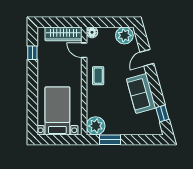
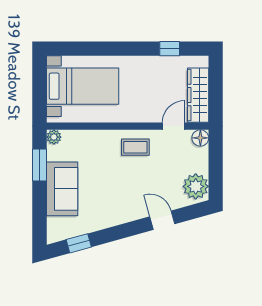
sofa: (141, 93) -> (62, 189), moved, turned 105
plant: (96, 126) -> (54, 137), width x0.53, depth x0.53

